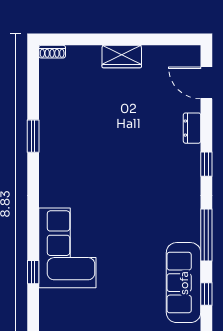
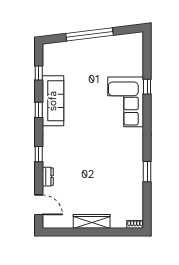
wardrobe: (122, 57) -> (92, 221), width x1.50
window: (206, 235) -> (39, 110), width x0.46
sofa: (184, 283) -> (53, 101), moved

